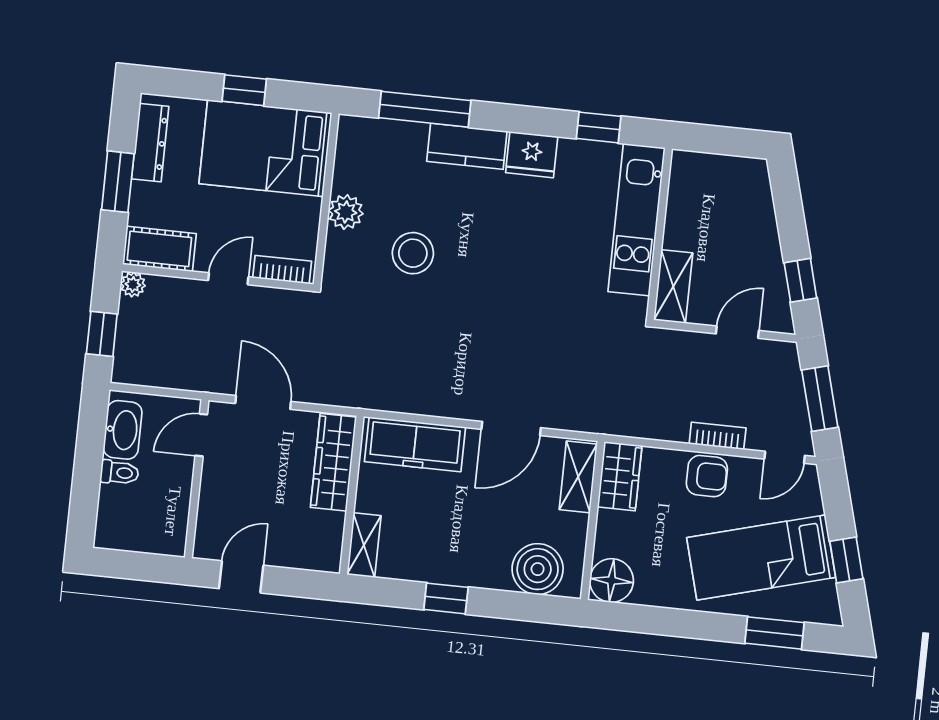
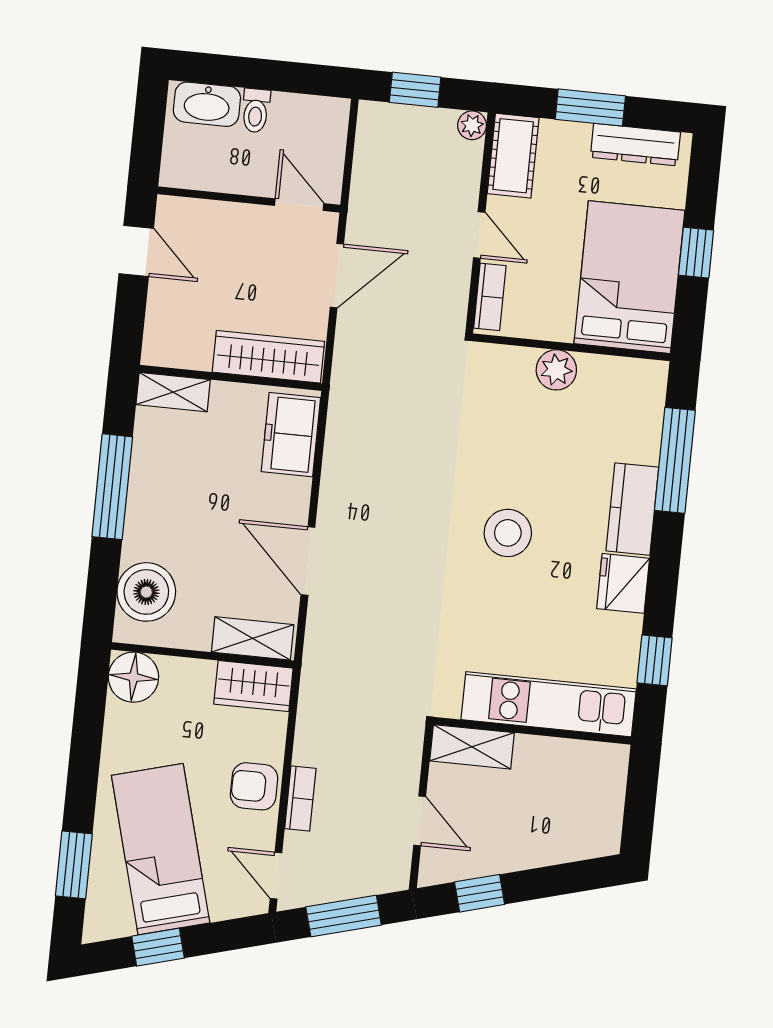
stool: (413, 253) -> (508, 533), moved
washbasin: (123, 430) -> (207, 104), moved
freezer: (415, 444) -> (291, 435), width x0.71
armchair: (707, 476) -> (254, 786), turned 90
window: (446, 598) -> (112, 487), width x2.17

